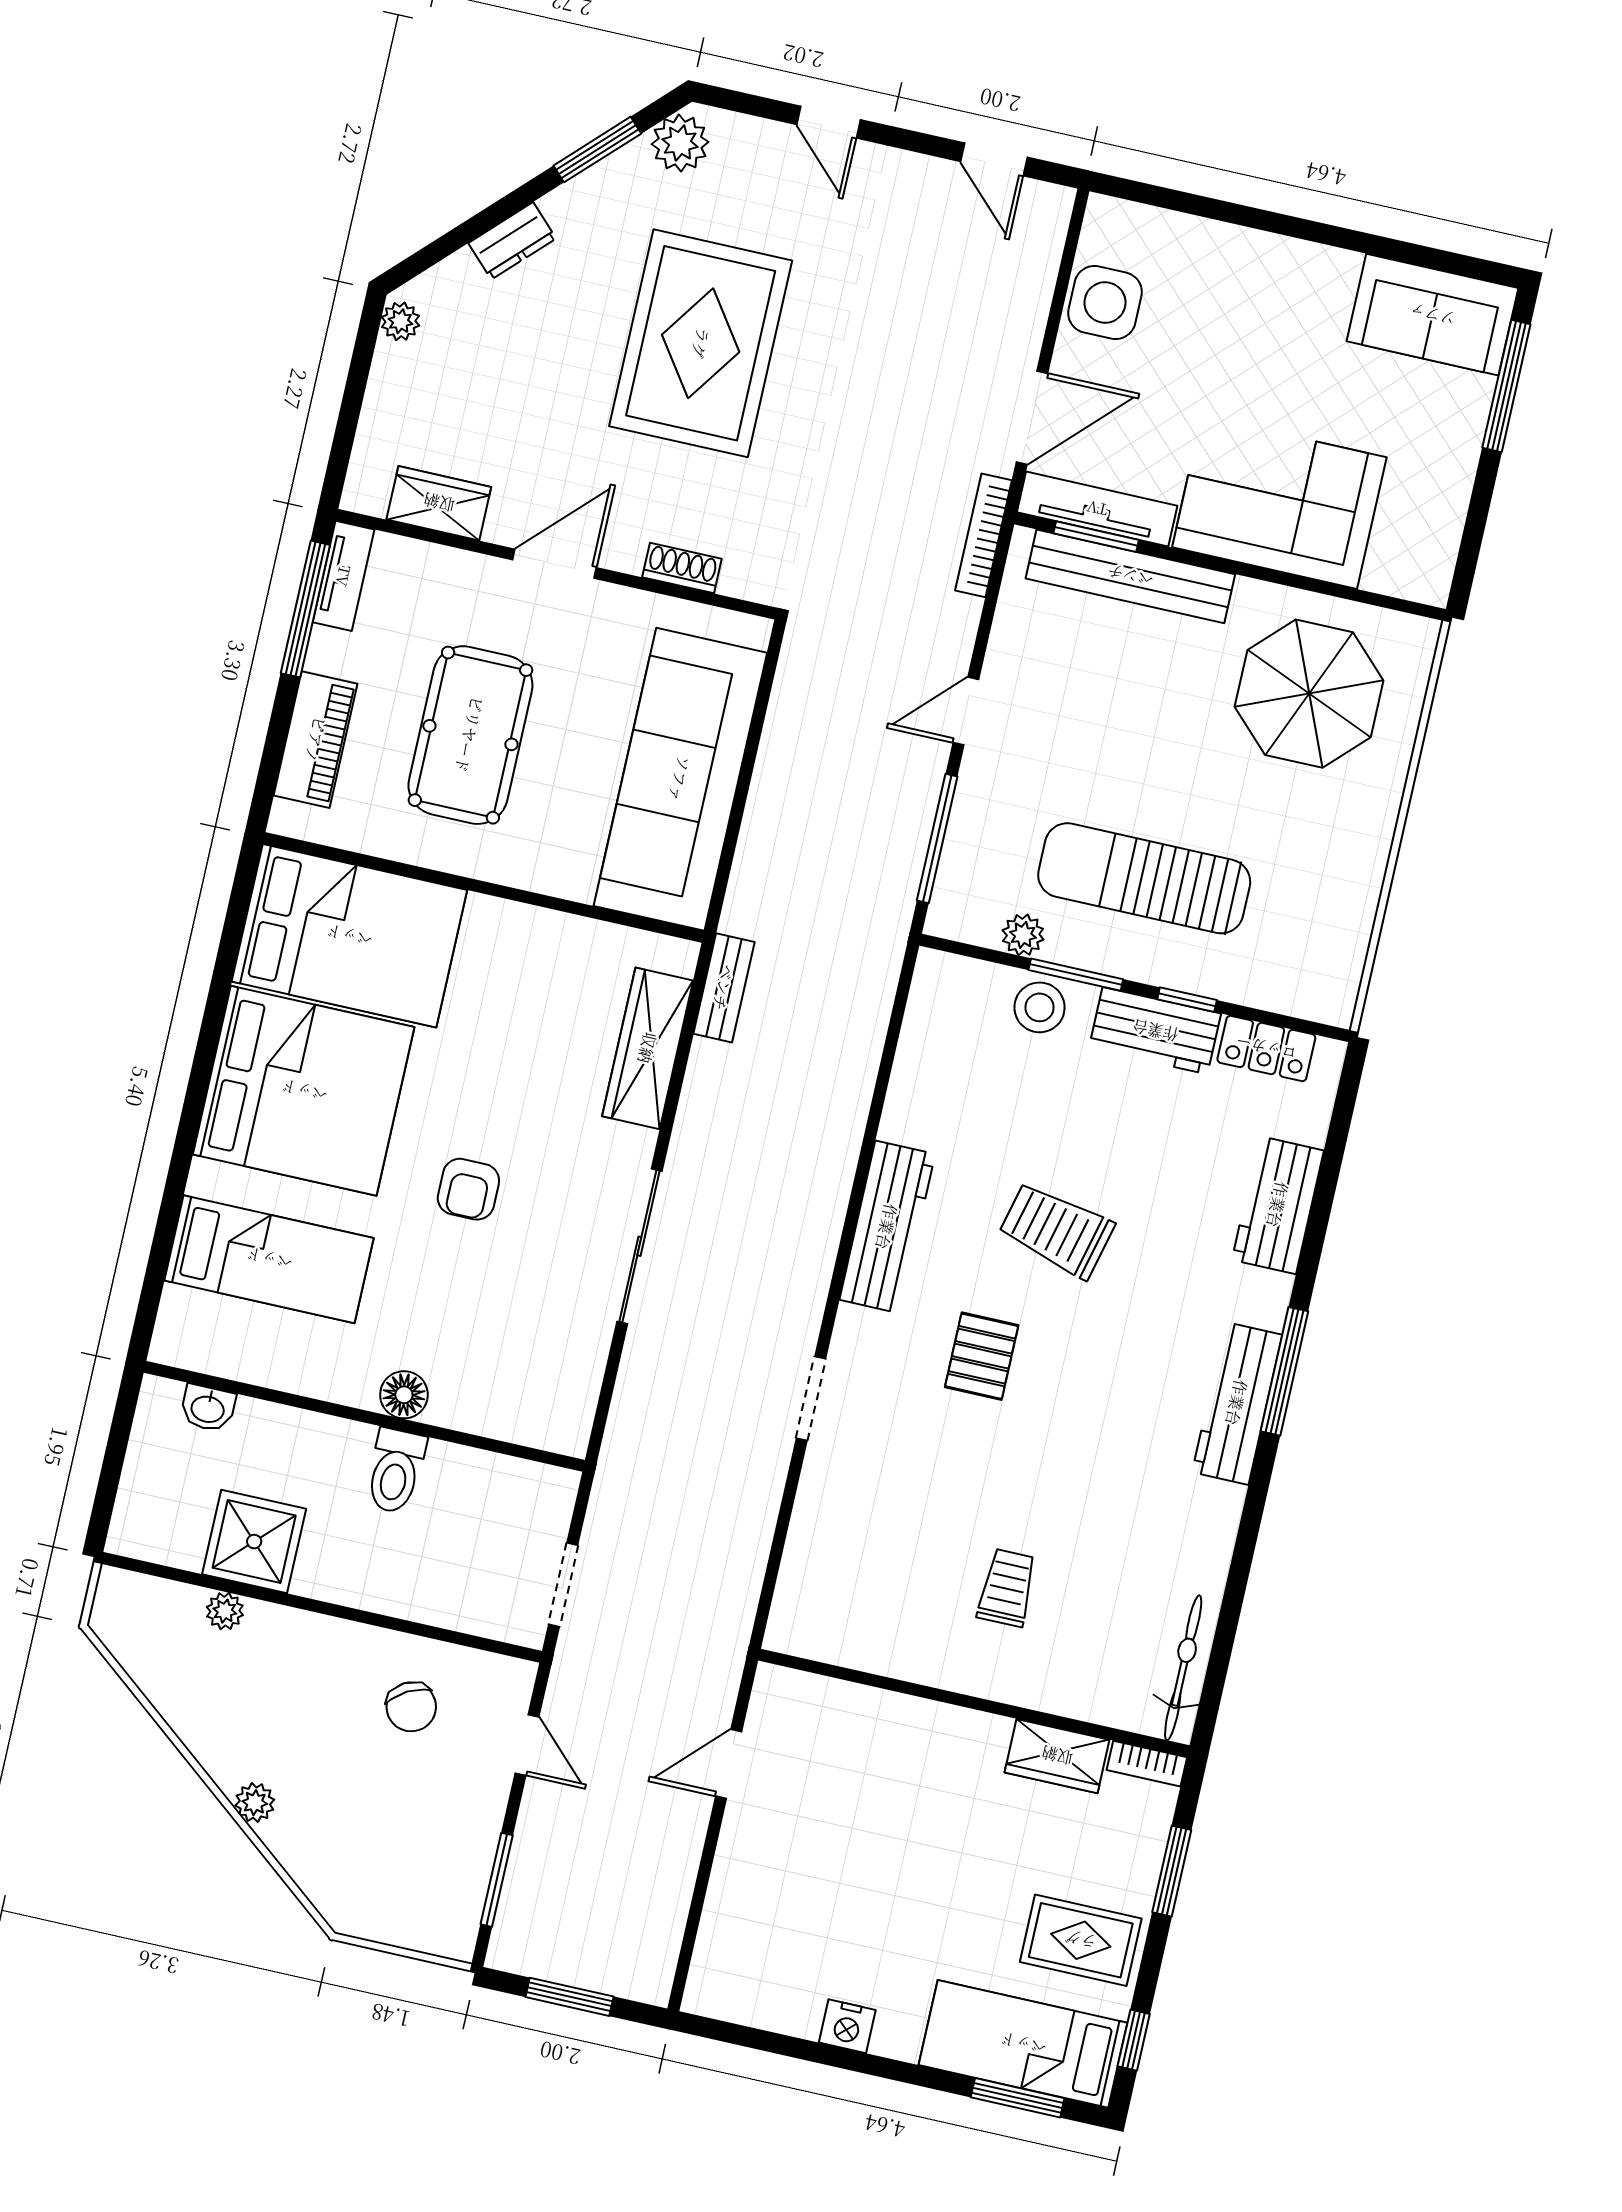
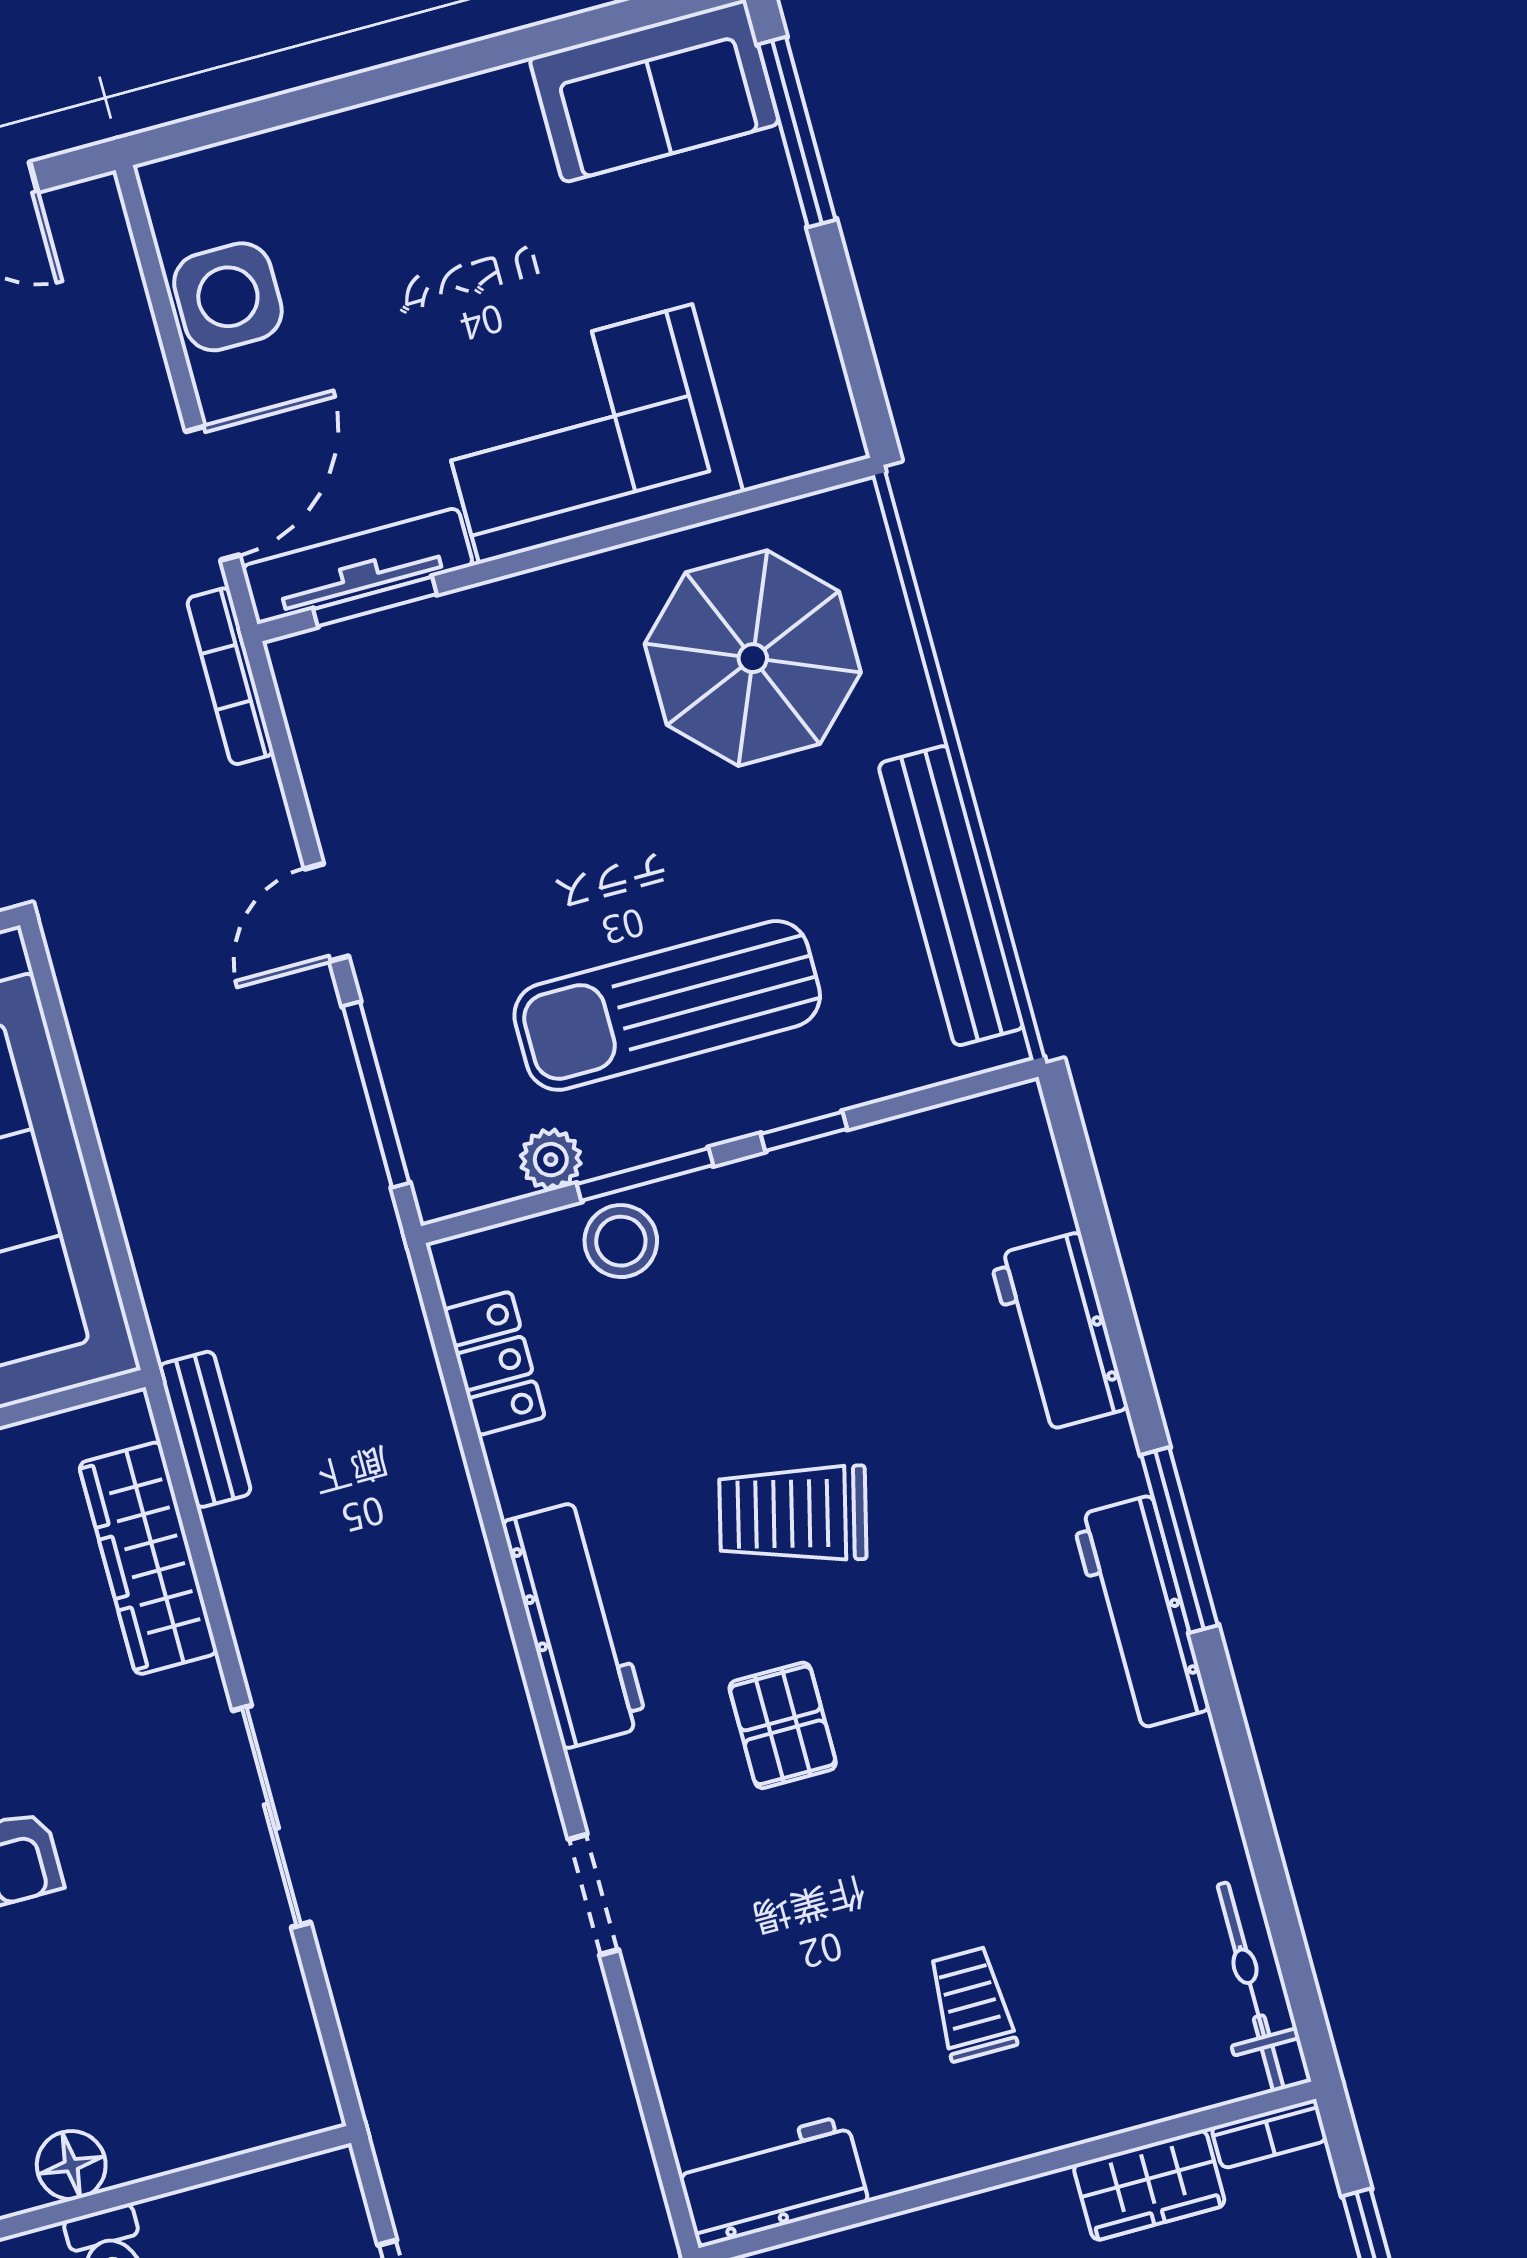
bench: (1130, 576) -> (951, 896), moved, turned 90
workbench: (1155, 1031) -> (773, 2181), moved, turned 180
locker: (1266, 1048) -> (494, 1363), moved, turned -90

